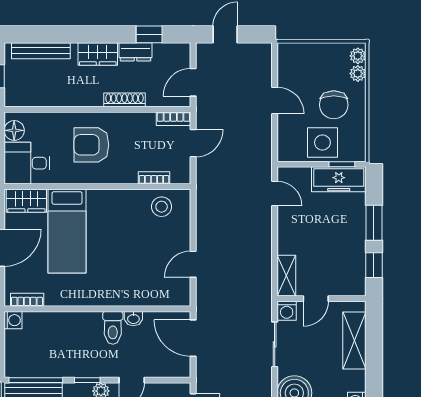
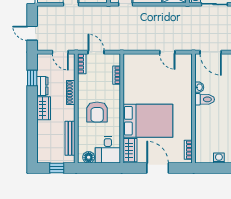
bench: (41, 51) -> (70, 138), moved
stool: (162, 207) -> (133, 71), removed
bed: (67, 231) -> (148, 121), width x1.50
washing machine: (13, 320) -> (219, 158), moved
door: (193, 338) -> (211, 52), hinge flipped

